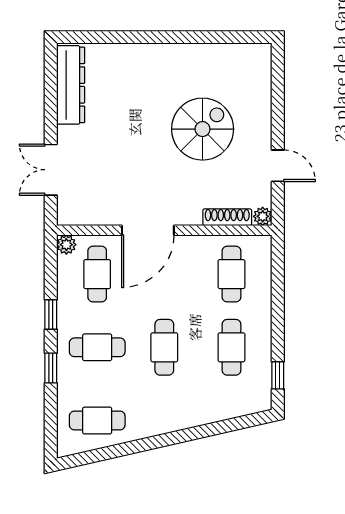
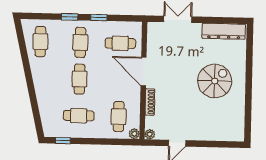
spiral stairs: (203, 129) -> (215, 81), moved, turned -90
shoe rack: (227, 217) -> (150, 102), moved
plant: (66, 245) -> (134, 134), moved
cafe table: (231, 274) -> (119, 117), turned 90
cafe table: (164, 347) -> (80, 79), turned 90

